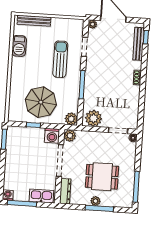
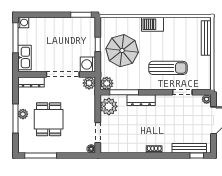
barbecue: (19, 46) -> (153, 24), moved
window: (82, 85) -> (124, 92), moved
dresser: (89, 87) -> (141, 100), added

